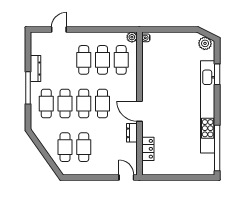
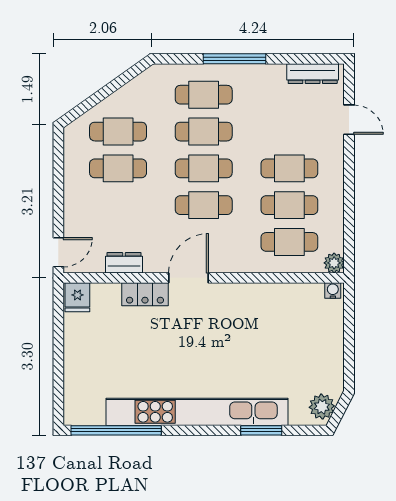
dresser: (35, 69) -> (313, 74), moved
dresser: (132, 133) -> (124, 263), moved
locker: (148, 149) -> (145, 294), moved
fridge: (149, 168) -> (77, 297), added

